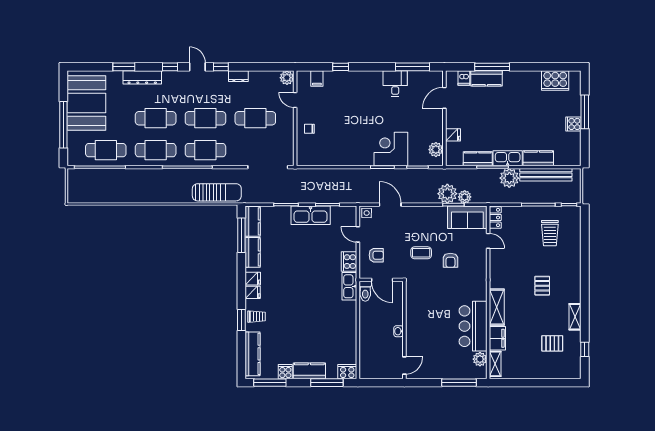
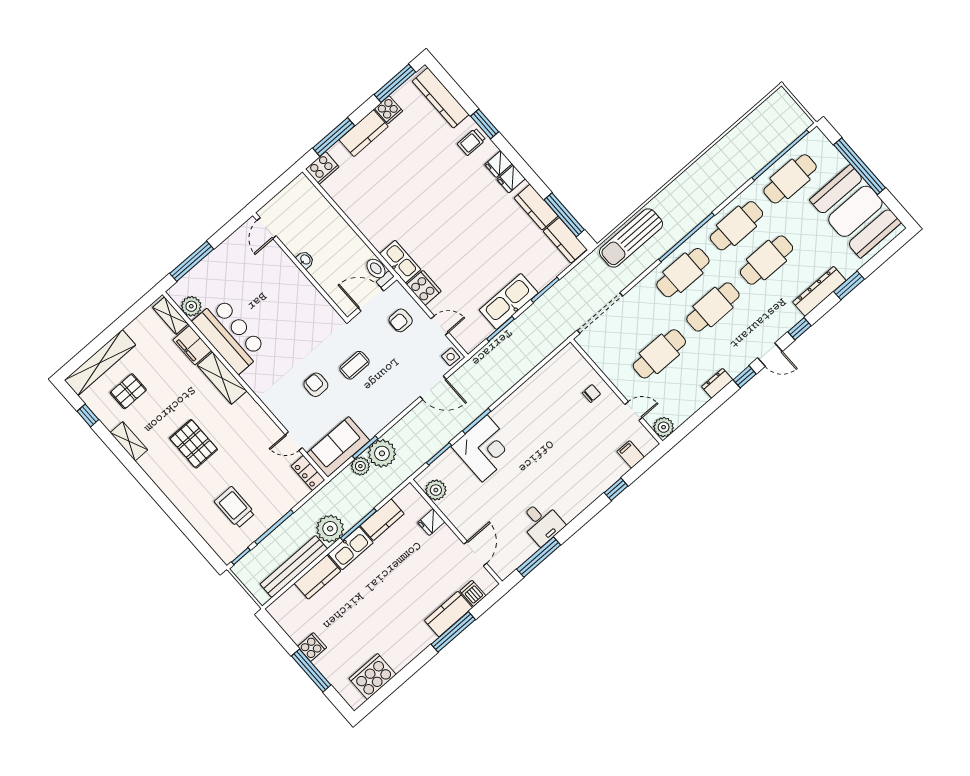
pallet: (542, 286) -> (194, 444), width x1.50, depth x1.42
shelving: (554, 372) -> (100, 363), added

